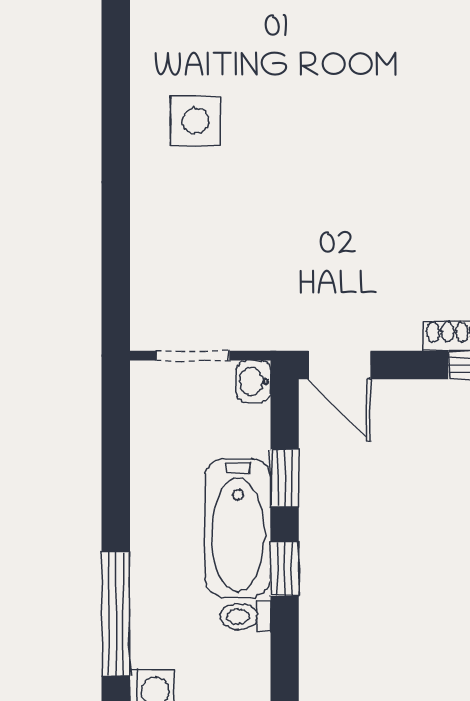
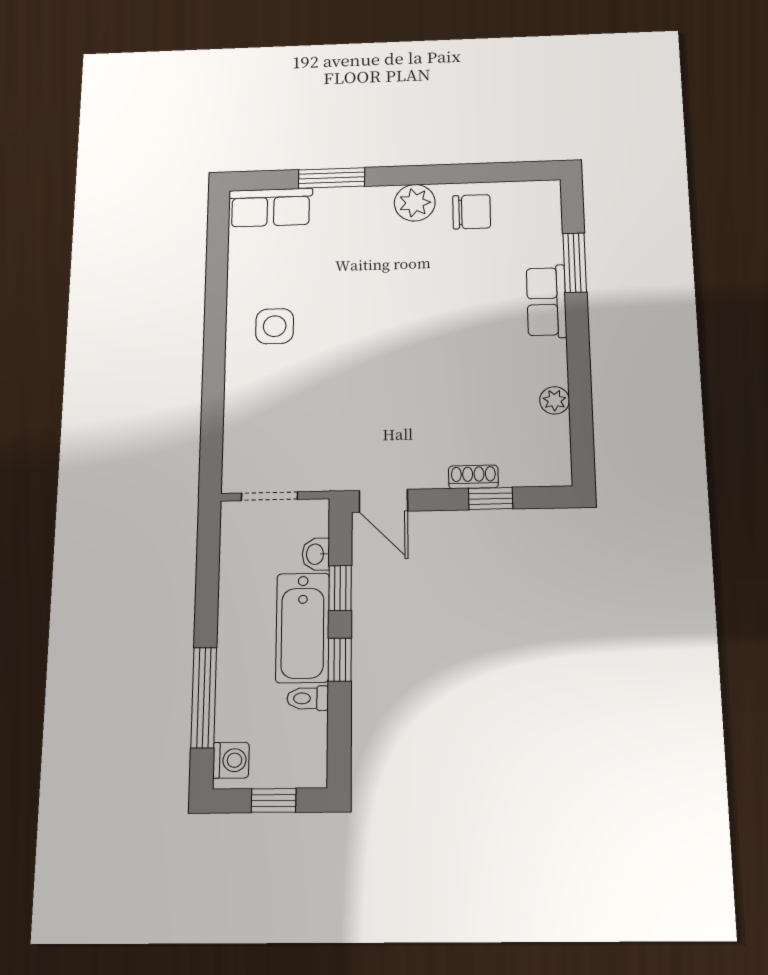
washbasin: (253, 381) -> (316, 554), moved

